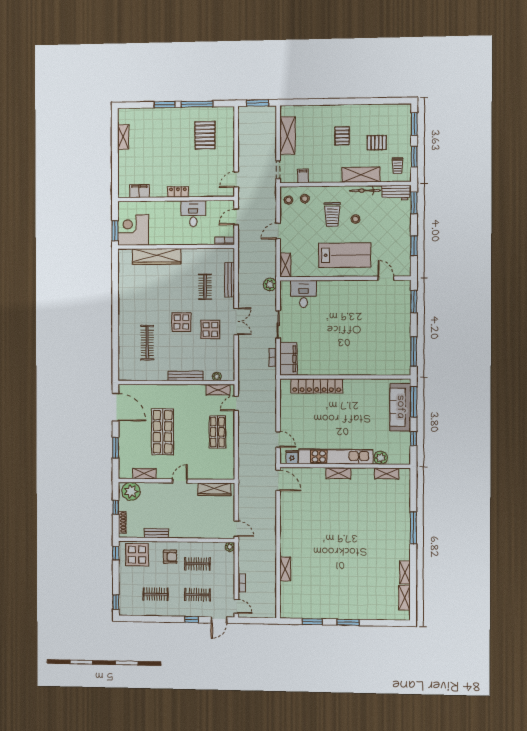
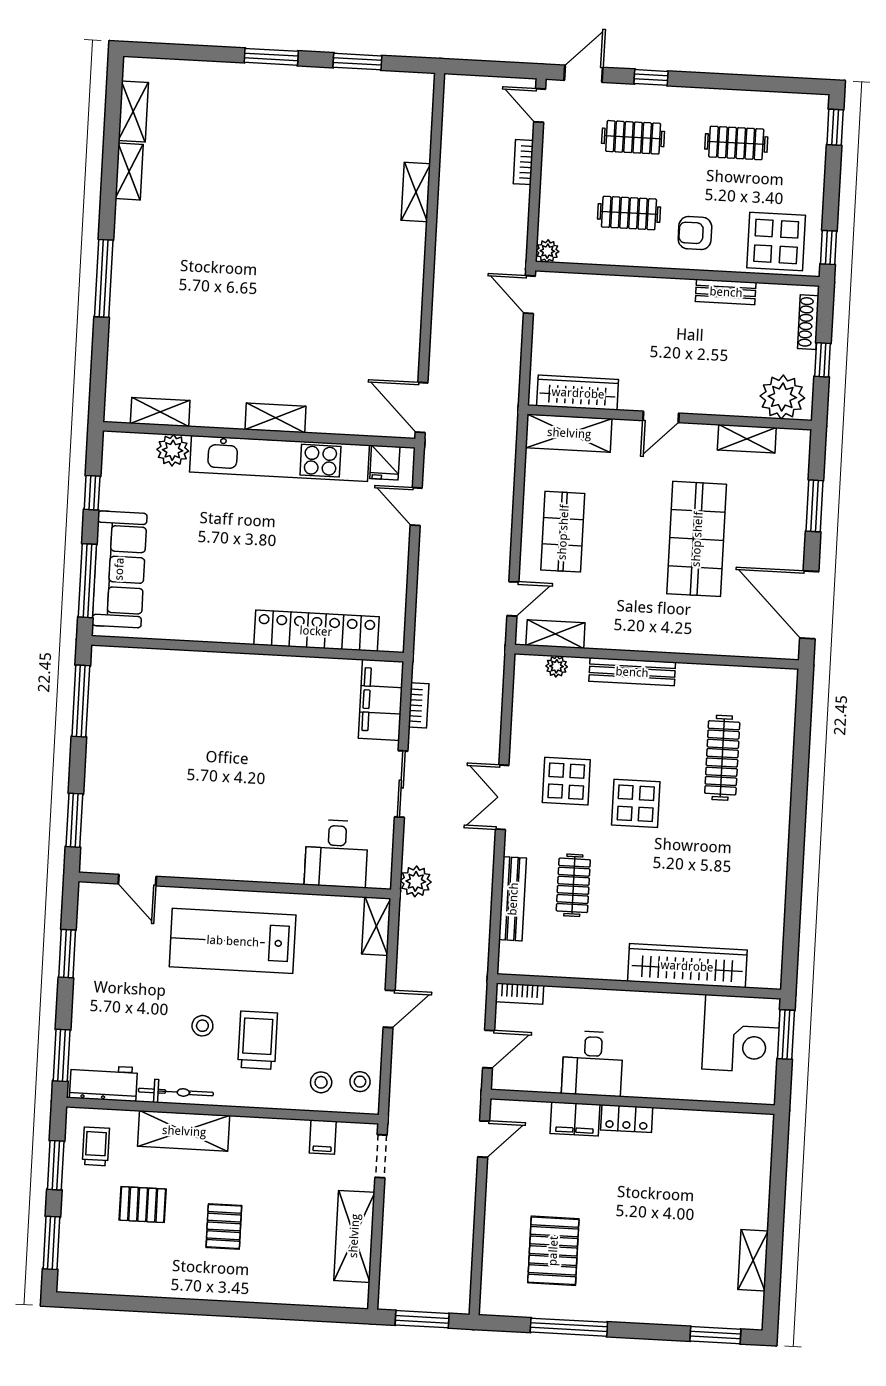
window: (164, 105) -> (715, 1335), moved
filing cabinet: (139, 191) -> (575, 1119), moved
shelving: (217, 473) -> (569, 433), added

